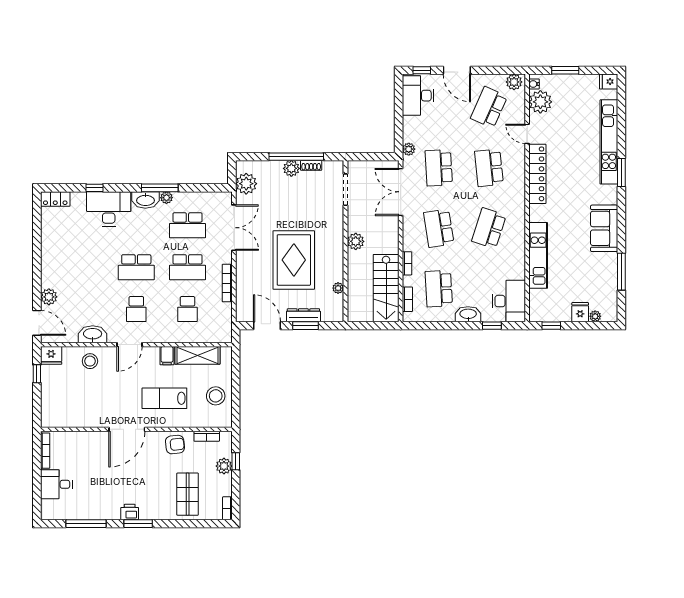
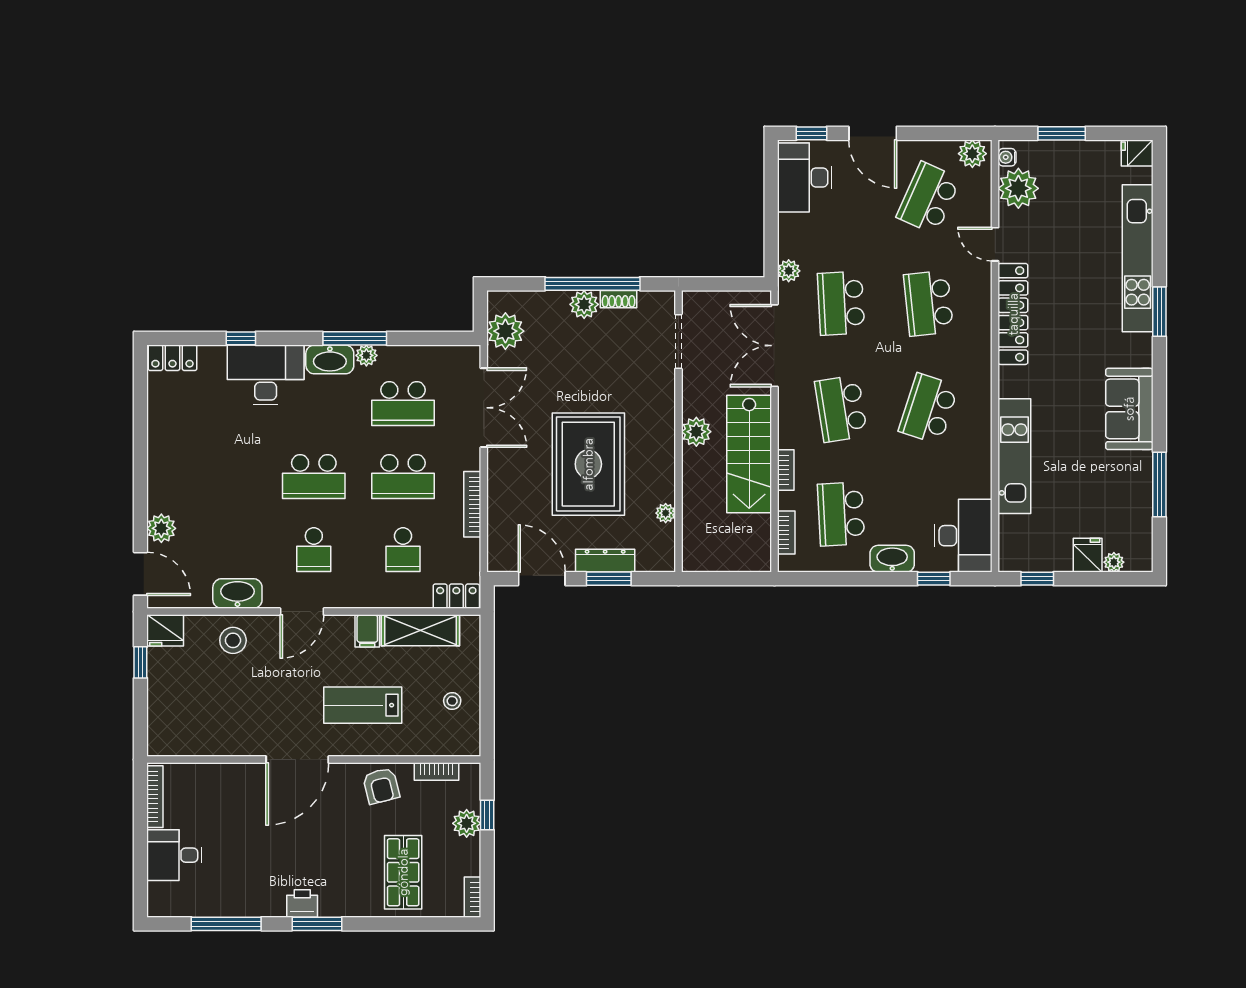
stairs: (386, 288) -> (749, 454), moved
locker: (218, 336) -> (456, 596), added
stool: (216, 396) -> (452, 701), width x0.53, depth x0.53
armchair: (175, 445) -> (381, 786), turned 82

